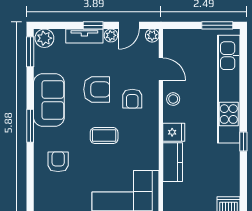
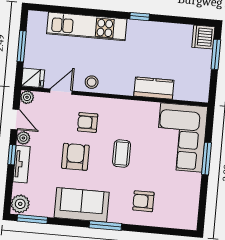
window: (217, 25) -> (22, 46), moved
kitchen unit: (229, 89) -> (87, 26), width x0.73
armchair: (132, 99) -> (88, 122), turned 180
fridge: (174, 132) -> (33, 78), moved, turned 90

